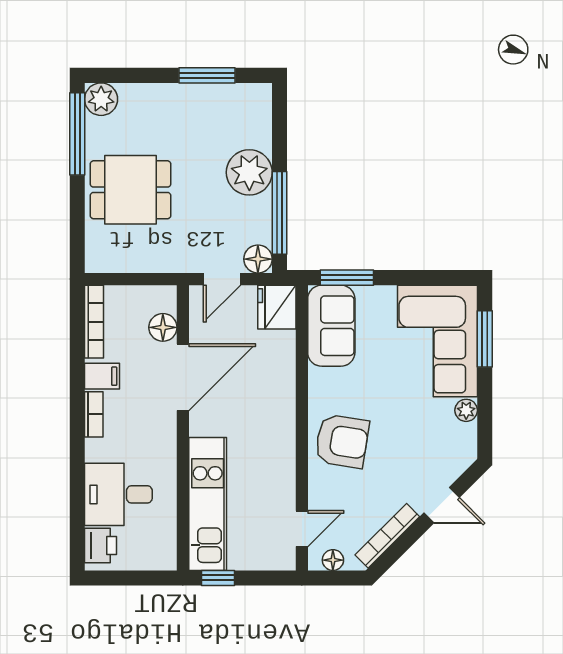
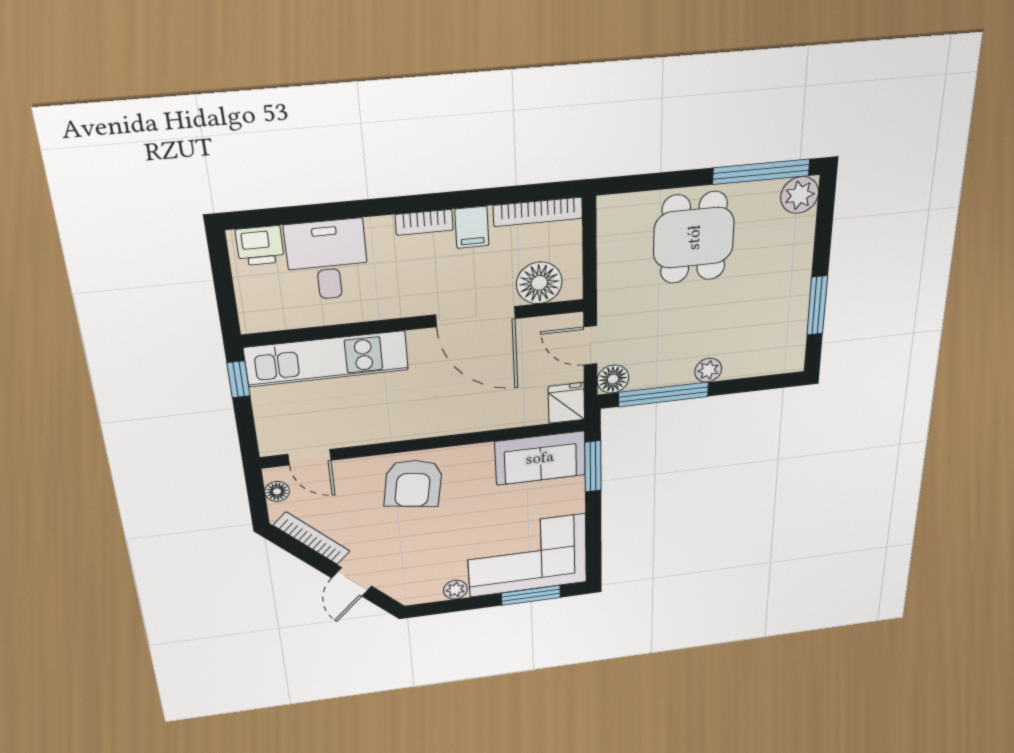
plant: (249, 172) -> (708, 370), width x0.53, depth x0.53
fridge: (277, 307) -> (566, 403), width x0.72
floor lamp: (163, 327) -> (539, 283), width x1.38, depth x1.38

